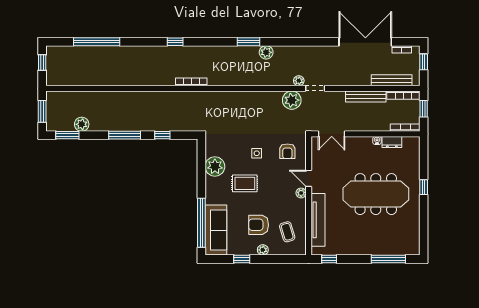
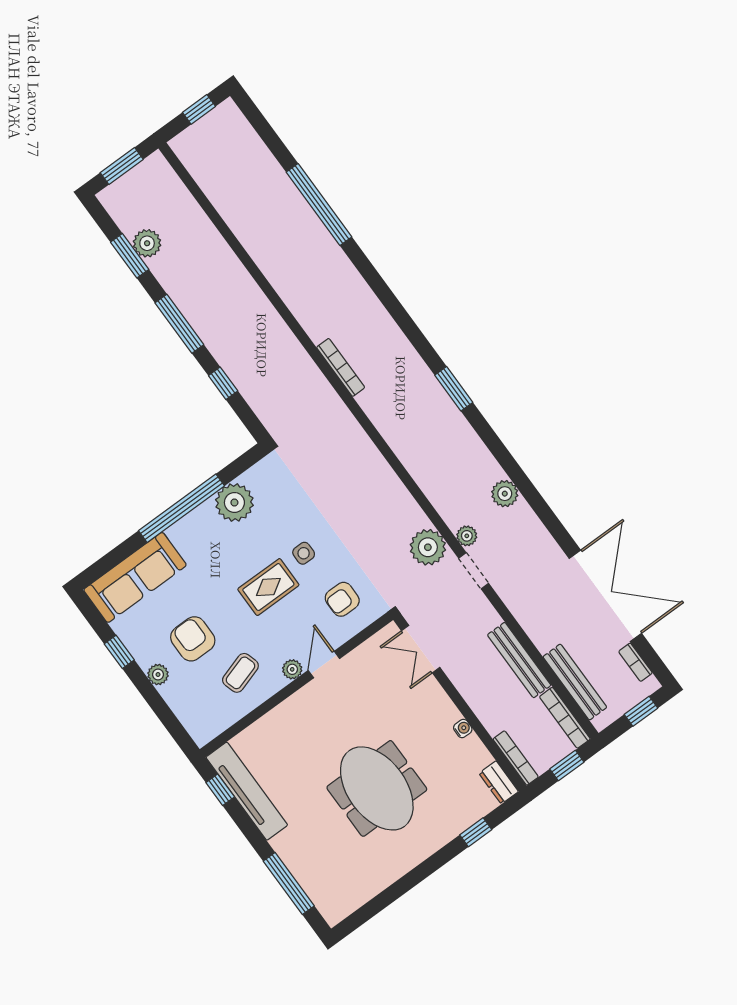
window: (97, 42) -> (319, 205), moved
window: (175, 42) -> (385, 295), removed
window: (249, 42) -> (454, 389), moved
plant: (266, 52) -> (505, 494), moved
window: (67, 135) -> (130, 256), moved
dresser: (392, 142) -> (499, 782), moved
rug: (245, 183) -> (268, 587), moved, turned 90
window: (424, 187) -> (476, 832), moved
meeting table: (376, 194) -> (377, 788), width x0.73
tv unit: (318, 220) -> (247, 791), moved, turned -90
window: (201, 223) -> (182, 508), moved
coffee table: (287, 232) -> (240, 673), moved

